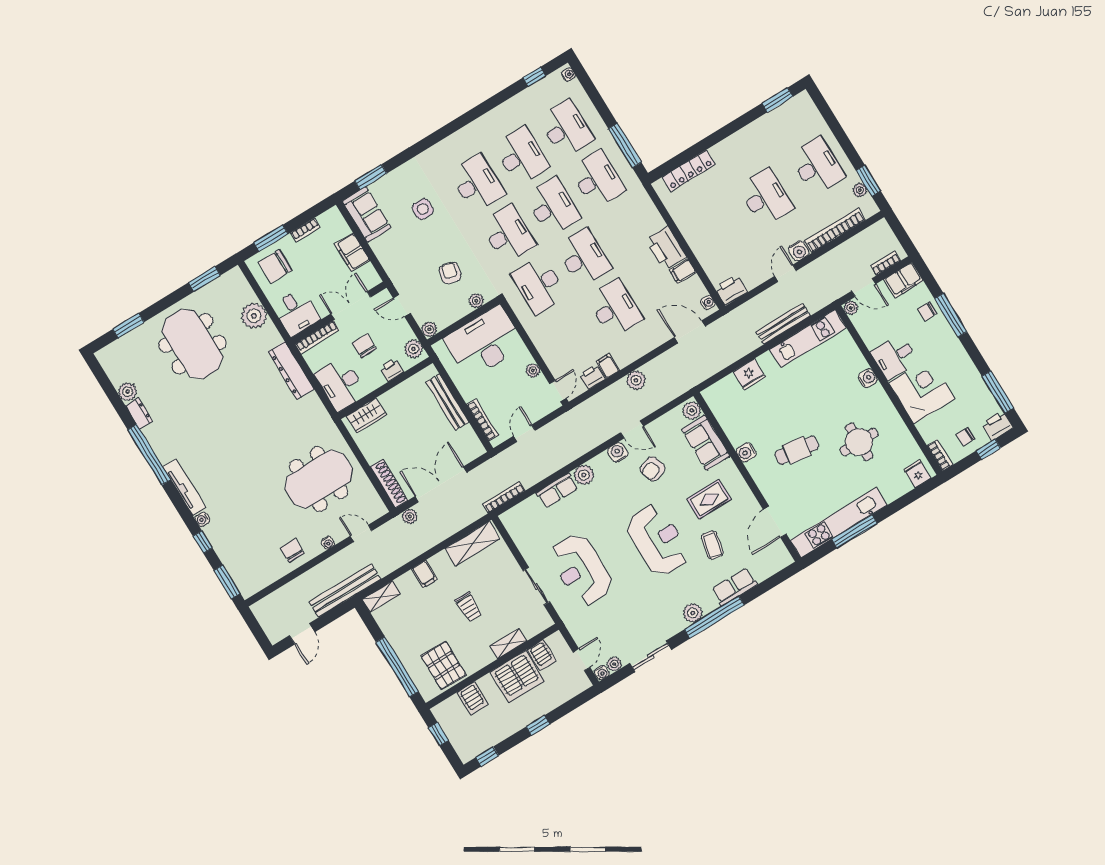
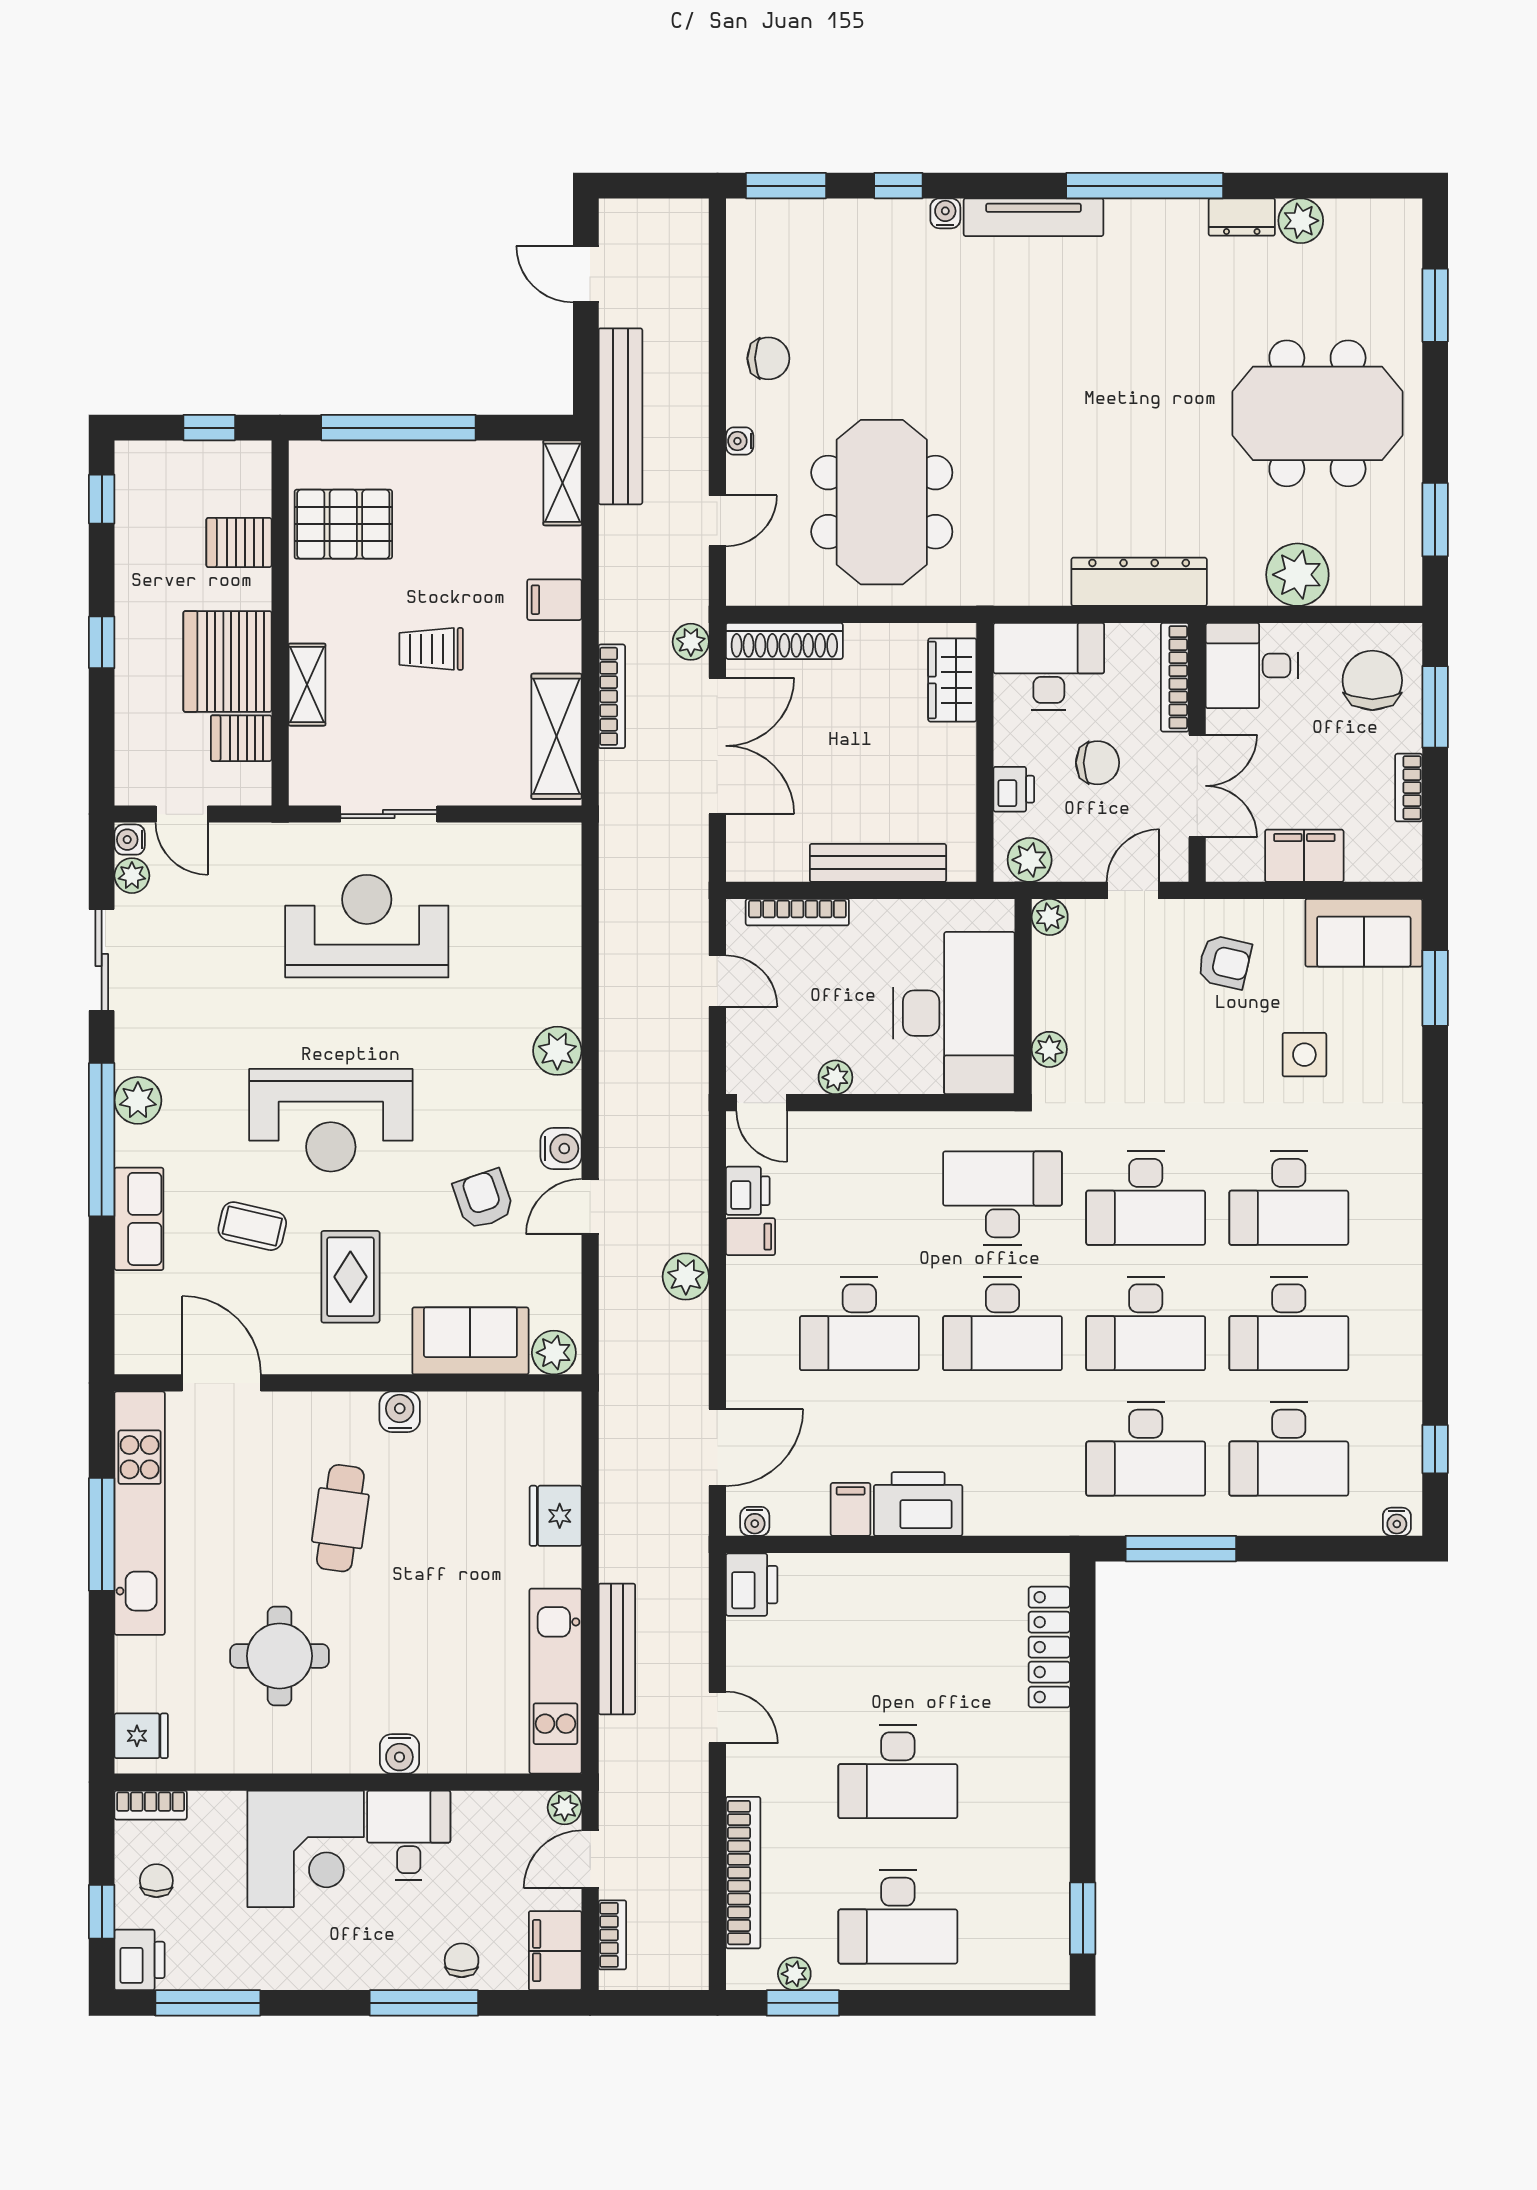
water cooler: (799, 251) -> (747, 1773), removed
armchair: (450, 273) -> (1224, 962), moved
row of seats: (557, 490) -> (559, 976), removed
bookcase: (504, 497) -> (612, 696), moved

